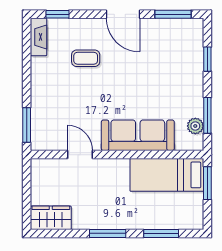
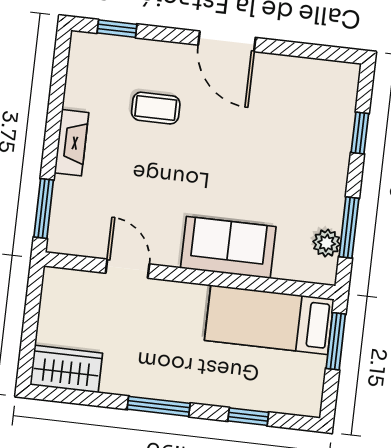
window: (173, 14) -> (311, 51), removed
fireplace: (39, 37) -> (72, 143), moved
sofa: (138, 135) -> (228, 247), width x0.73
window: (161, 233) -> (248, 417), width x0.67

